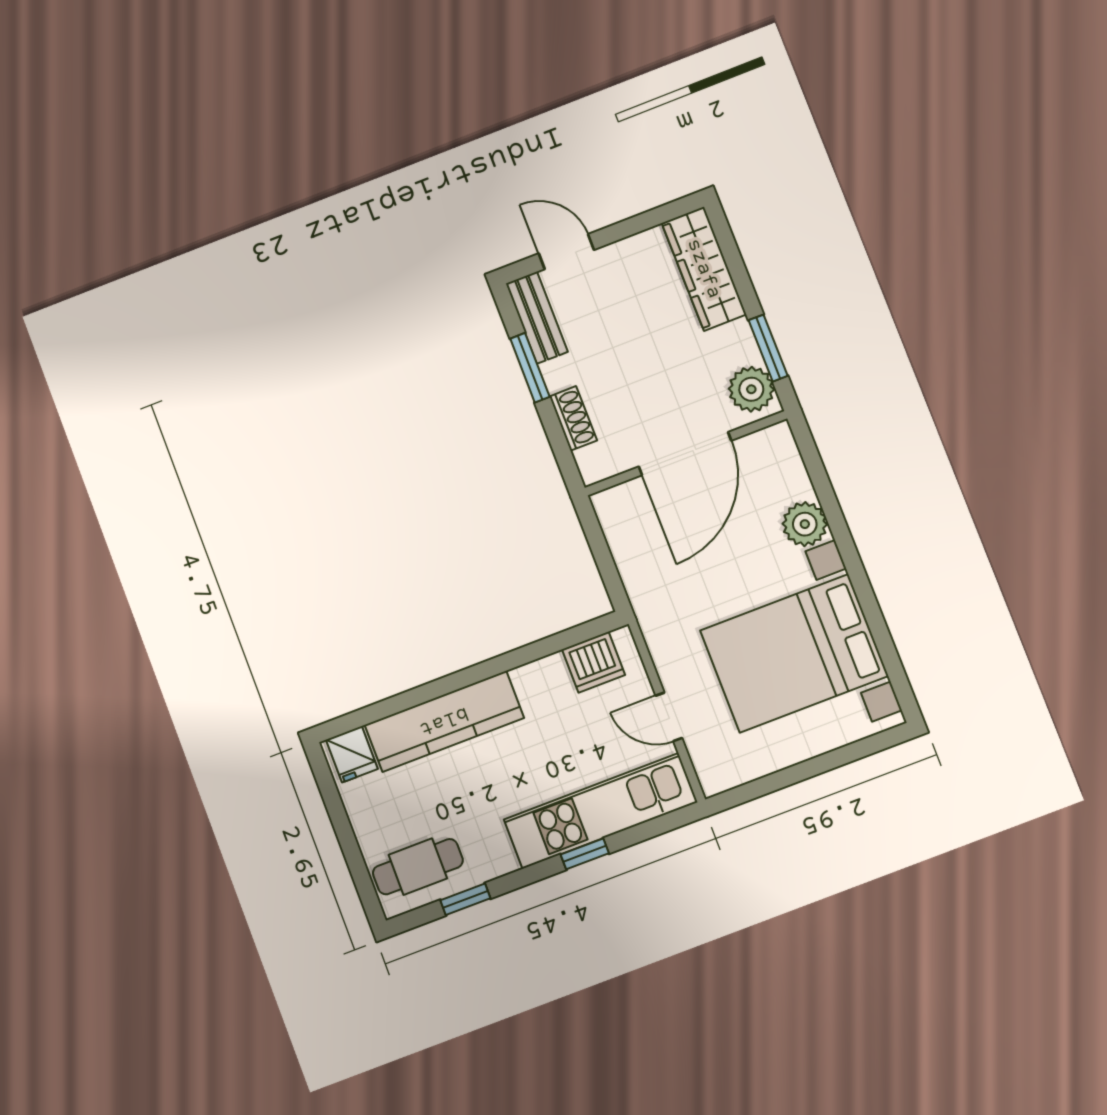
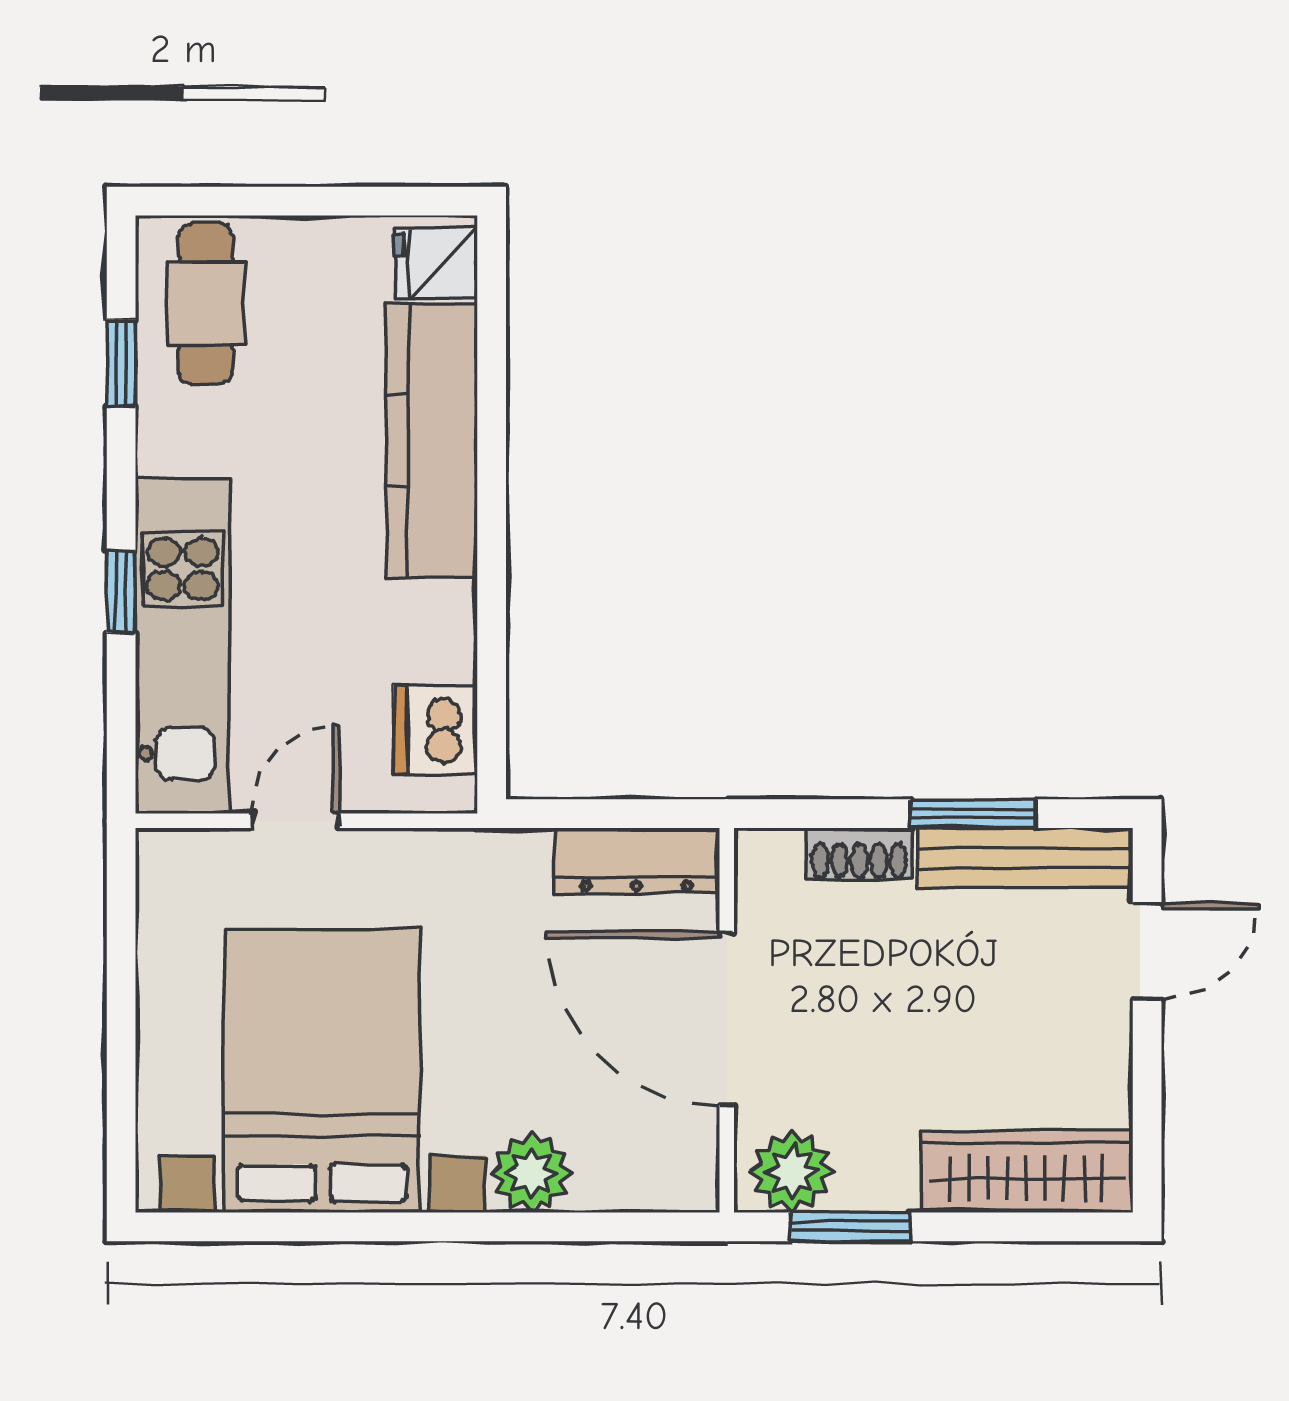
bench: (537, 318) -> (1025, 858), width x1.36
dresser: (621, 532) -> (637, 860), added

